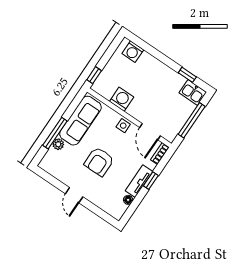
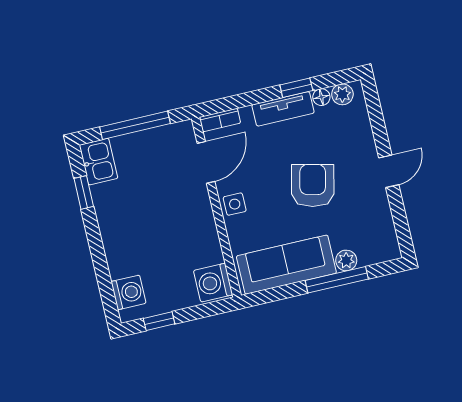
window: (94, 75) -> (159, 321), moved
washing machine: (122, 99) -> (213, 283), moved
armchair: (99, 162) -> (313, 185), turned -77
window: (151, 181) -> (296, 88), moved
plant: (121, 209) -> (342, 94), added

